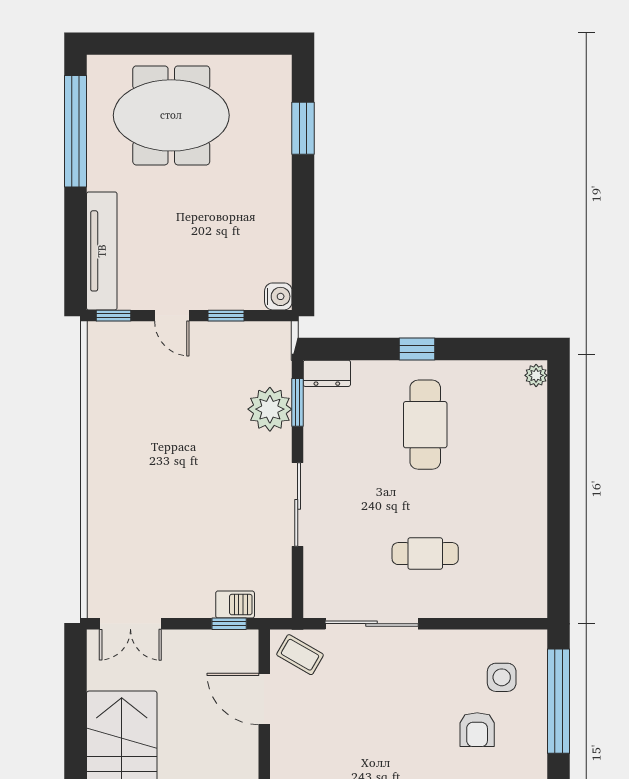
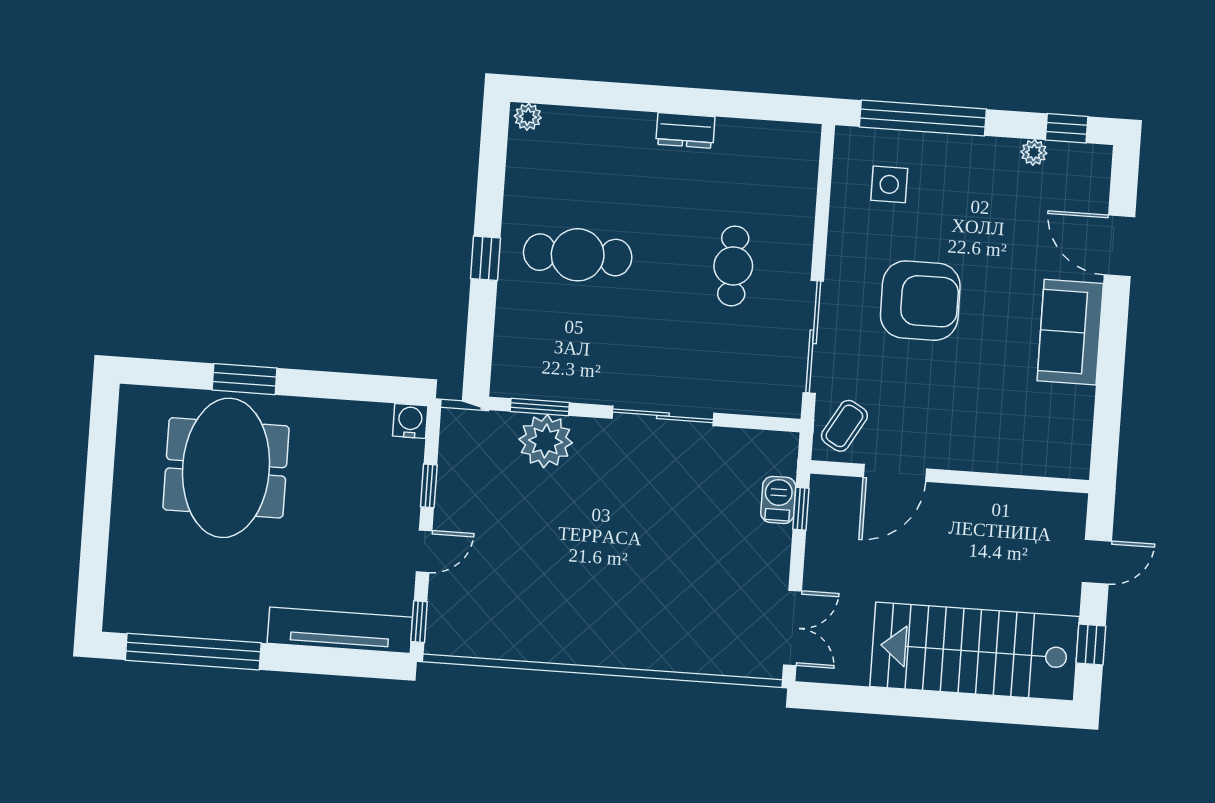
meeting table: (171, 115) -> (226, 468), moved
window: (303, 128) -> (245, 379), moved
dresser: (327, 373) -> (685, 130), moved, turned 90
armchair: (477, 730) -> (920, 301), moved, width x1.88, depth x1.88

